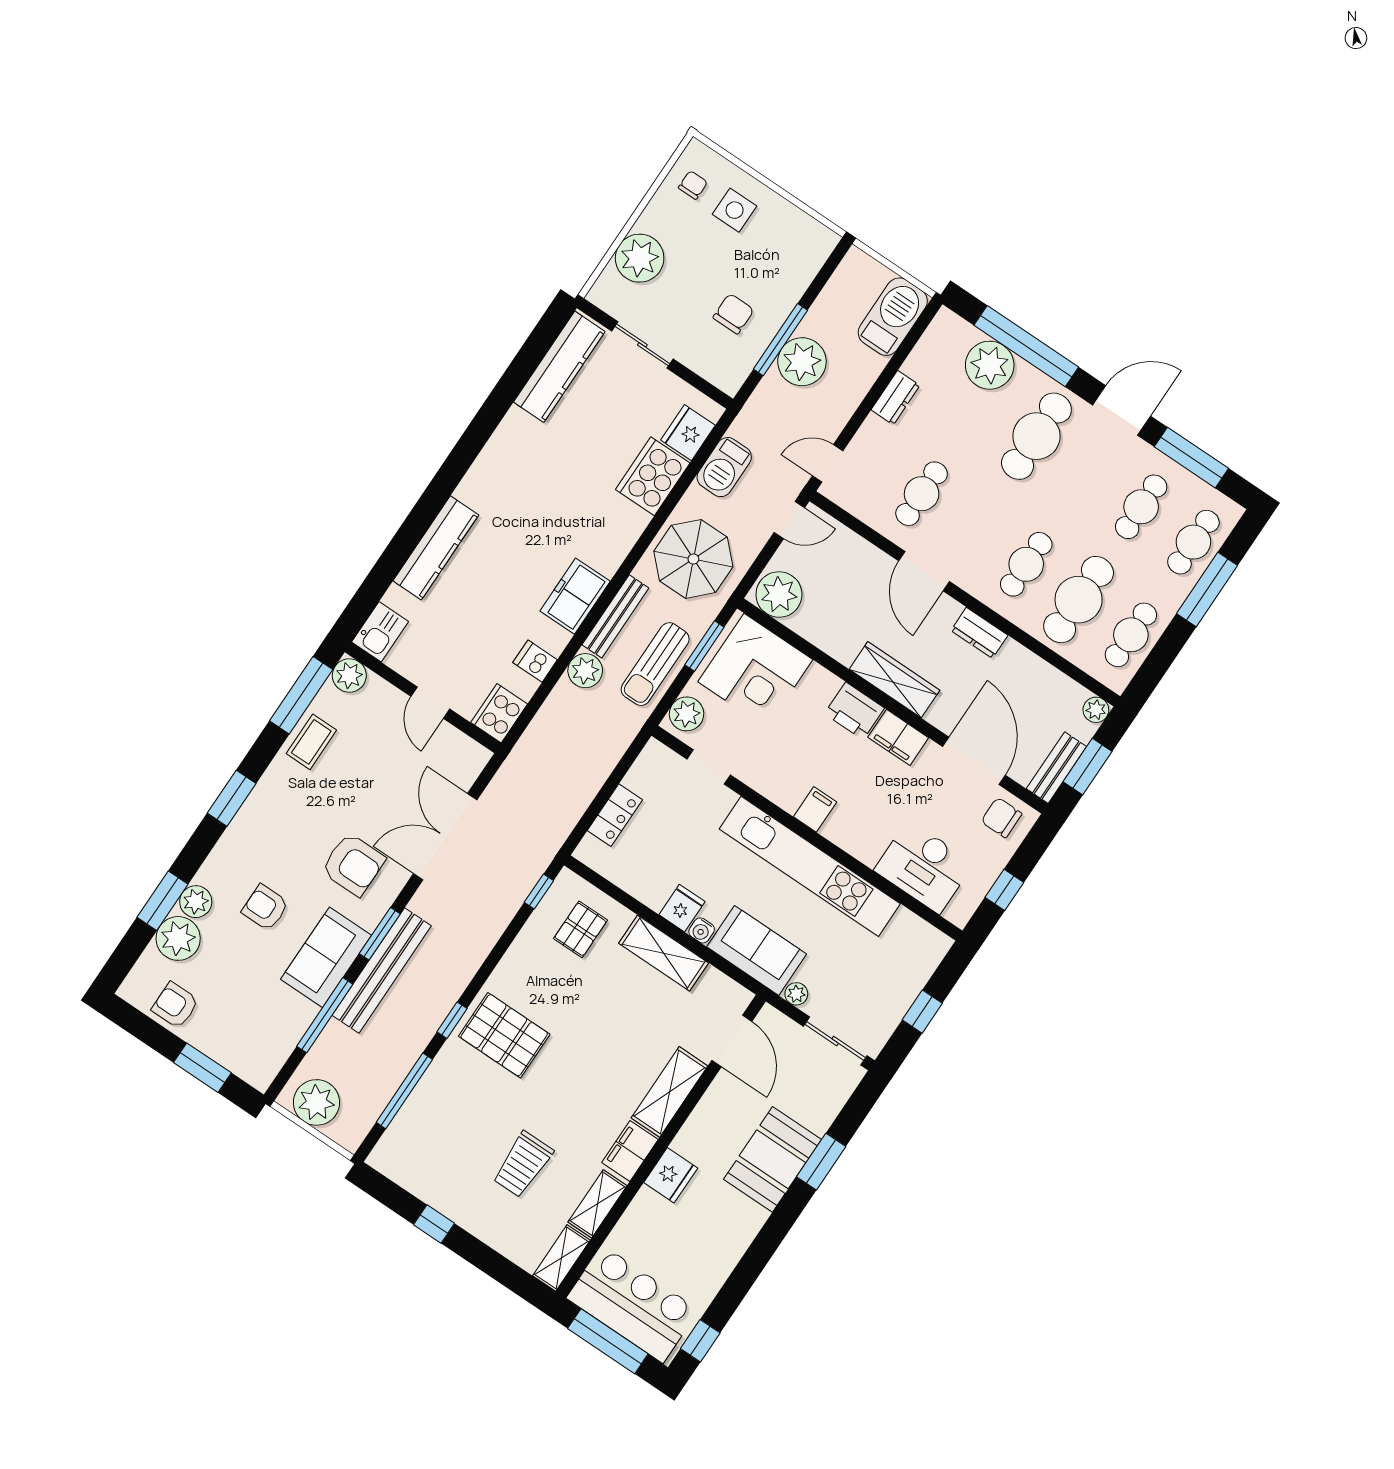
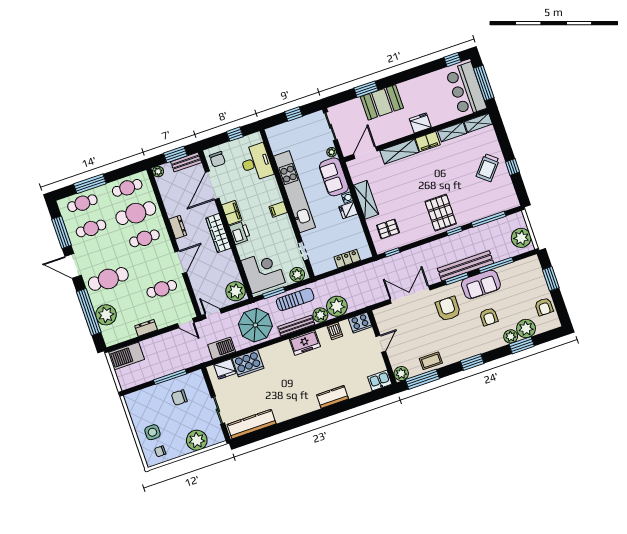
plant: (802, 362) -> (337, 306), moved
kitchen counter: (436, 548) -> (333, 397), width x0.67
double door: (445, 837) -> (410, 295), swing flipped
trolley: (523, 1164) -> (488, 168), moved, turned 130

